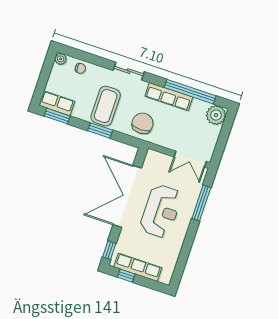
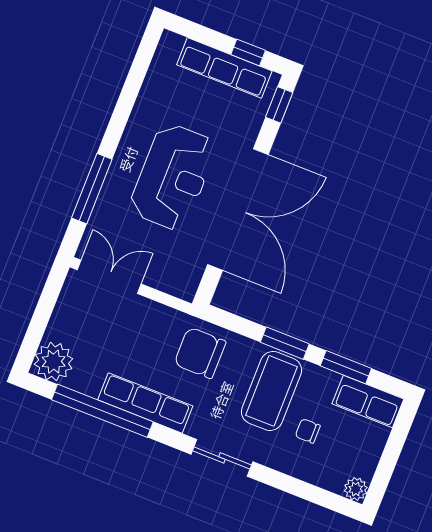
chair: (80, 68) -> (308, 431), moved
window: (57, 116) -> (346, 367), moved
chair: (143, 123) -> (200, 353), turned 90
reception desk: (161, 211) -> (173, 177), turned 180

